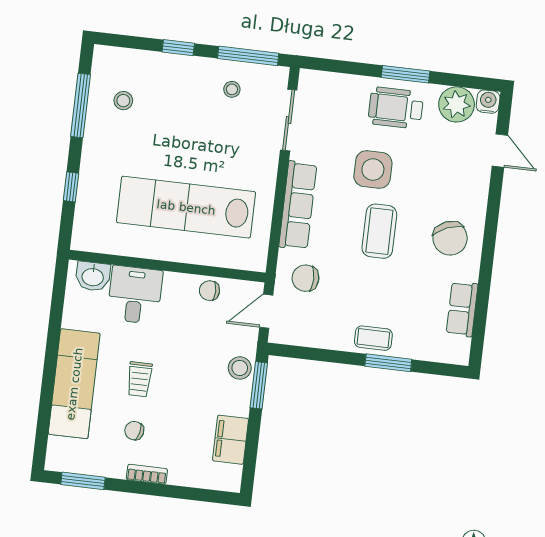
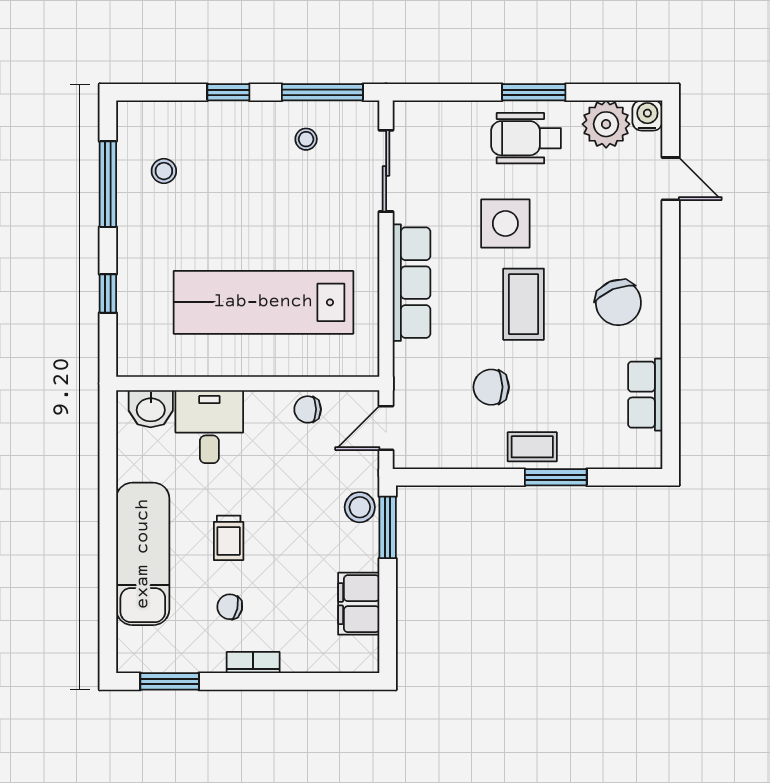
chair: (305, 278) -> (491, 387), moved

